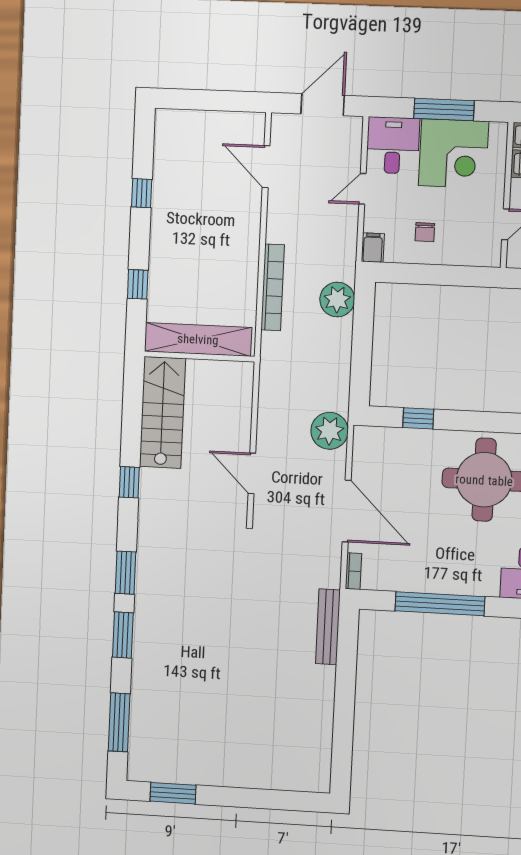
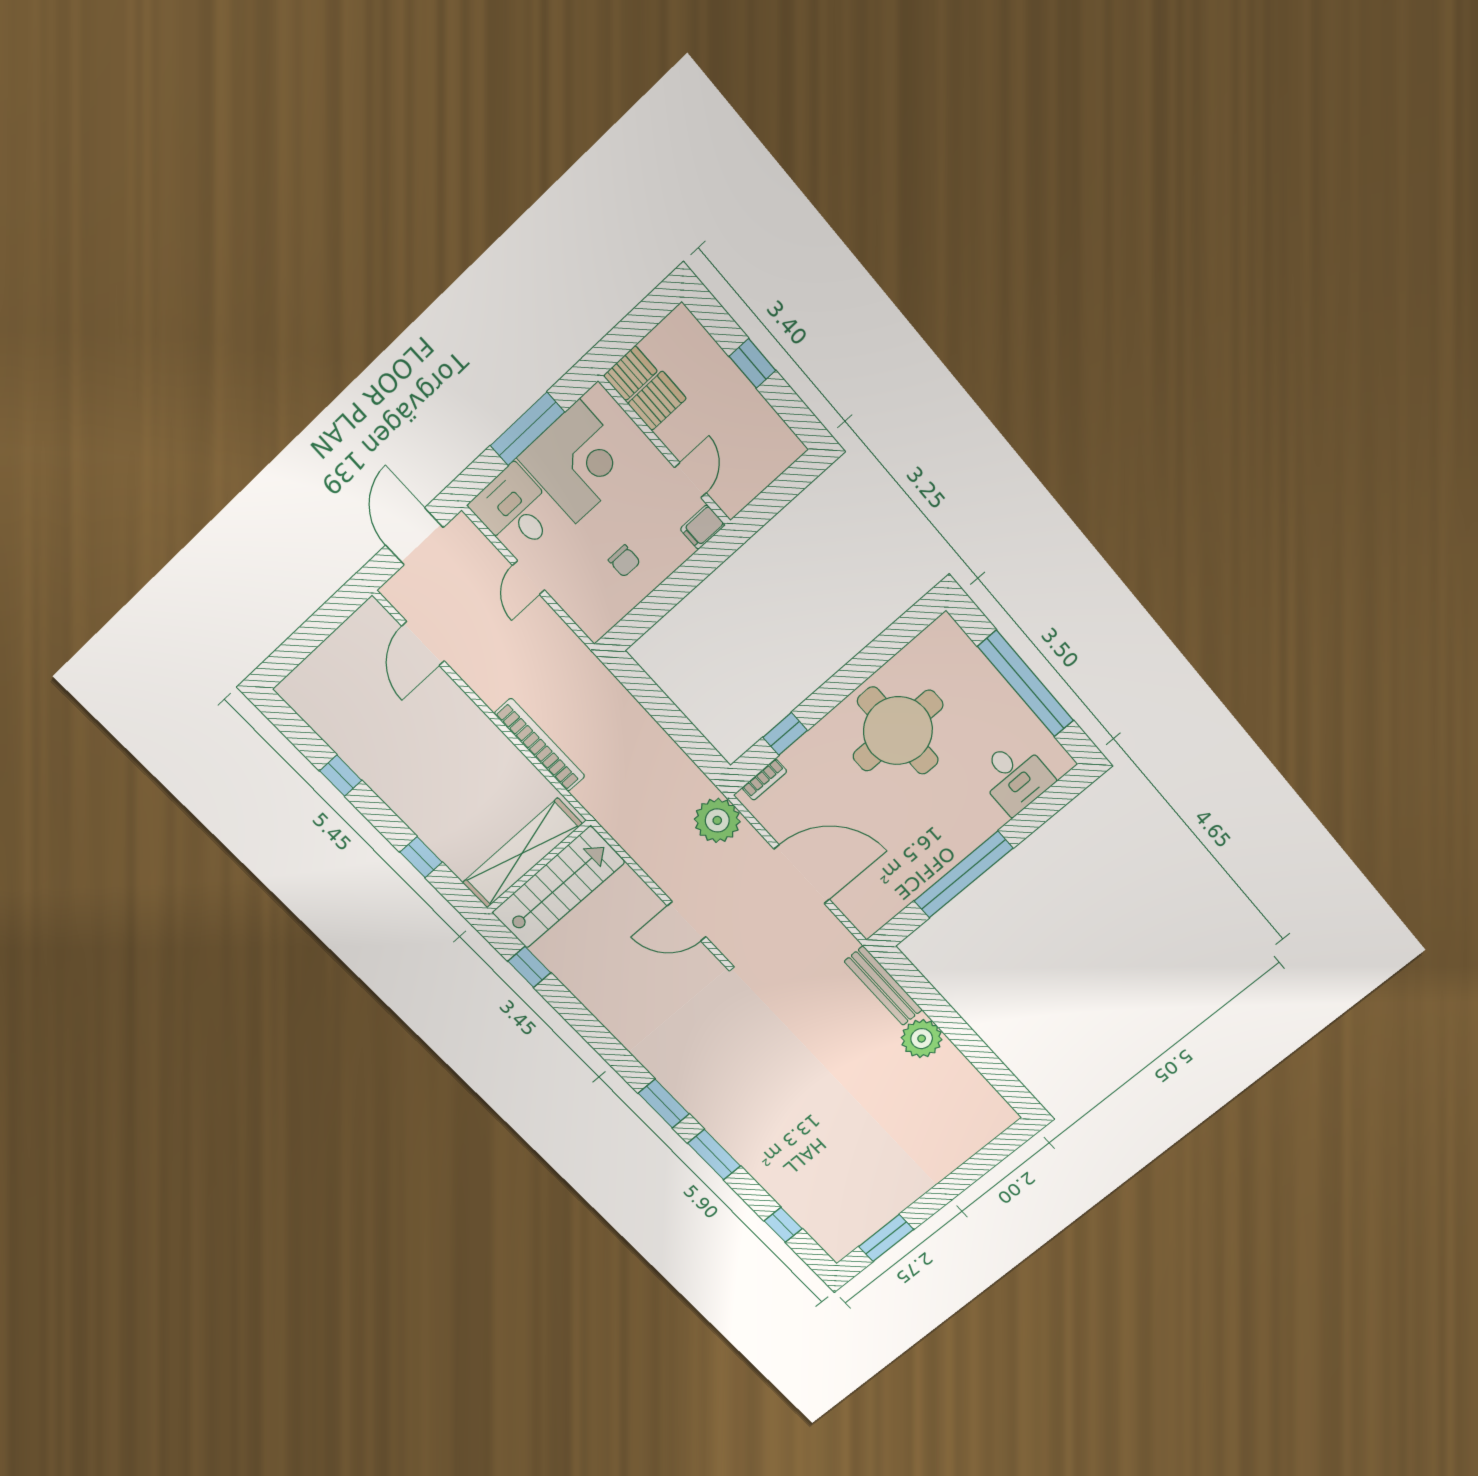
door: (266, 167) -> (423, 644), hinge flipped
filing cabinet: (373, 248) -> (703, 527), moved, turned -90
plant: (337, 299) -> (922, 1039), moved
stairs: (162, 412) -> (558, 887), moved, turned 90
window: (129, 482) -> (529, 967), moved
bookcase: (353, 571) -> (764, 780), moved, turned 90
window: (119, 722) -> (783, 1225), width x0.46

